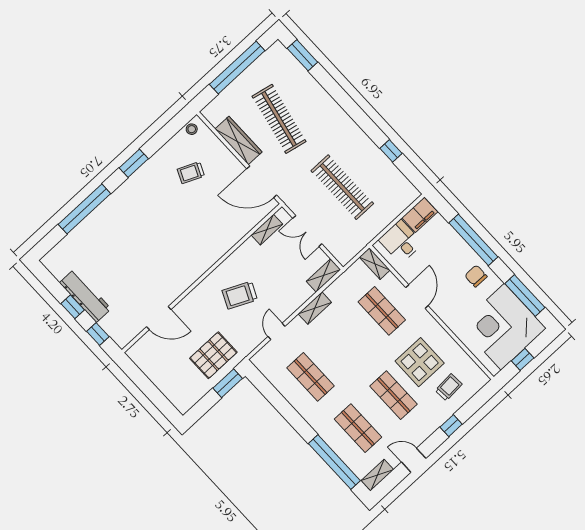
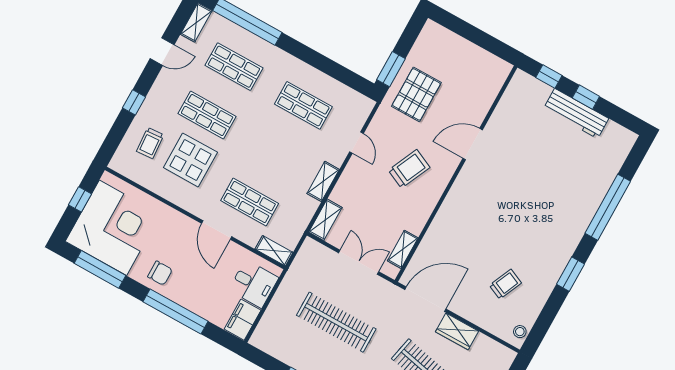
wardrobe: (239, 140) -> (457, 331), width x0.67
door: (159, 318) -> (473, 144), moved

